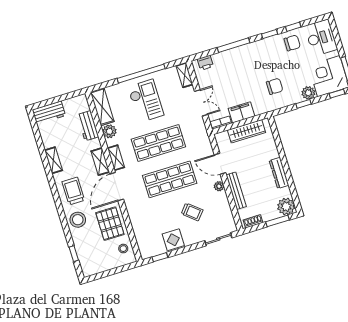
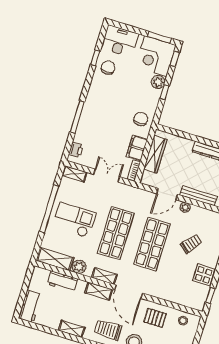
window: (270, 34) -> (88, 81), removed
chair: (275, 86) -> (141, 119), moved
pallet: (110, 224) -> (155, 318), width x0.67, depth x0.71

